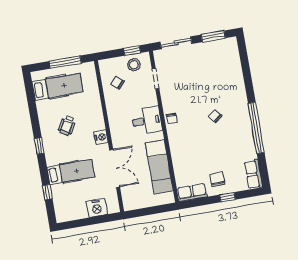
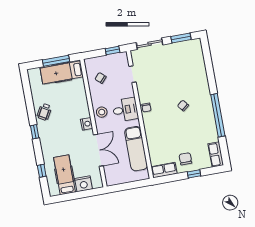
stool: (134, 65) -> (102, 112), moved
hospital bed: (58, 87) -> (62, 72), moved, turned 180
wheelchair: (67, 125) -> (44, 112), moved
hospital bed: (71, 172) -> (64, 175), moved, turned -90

